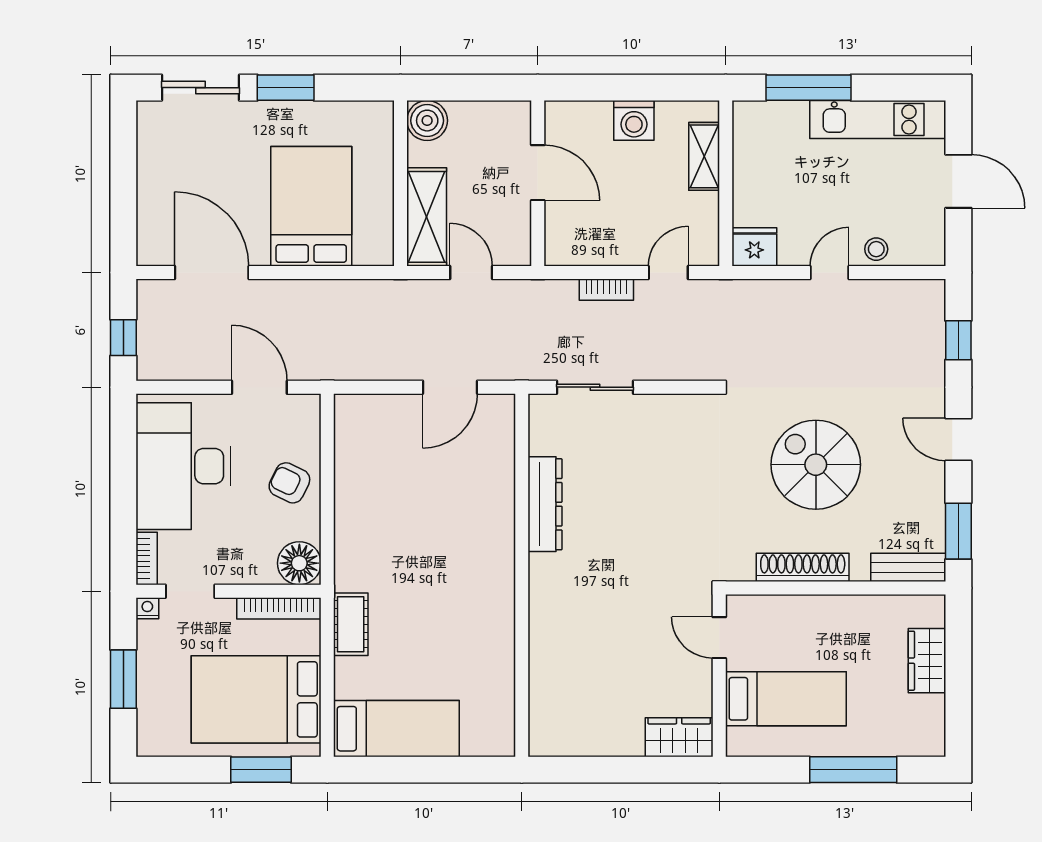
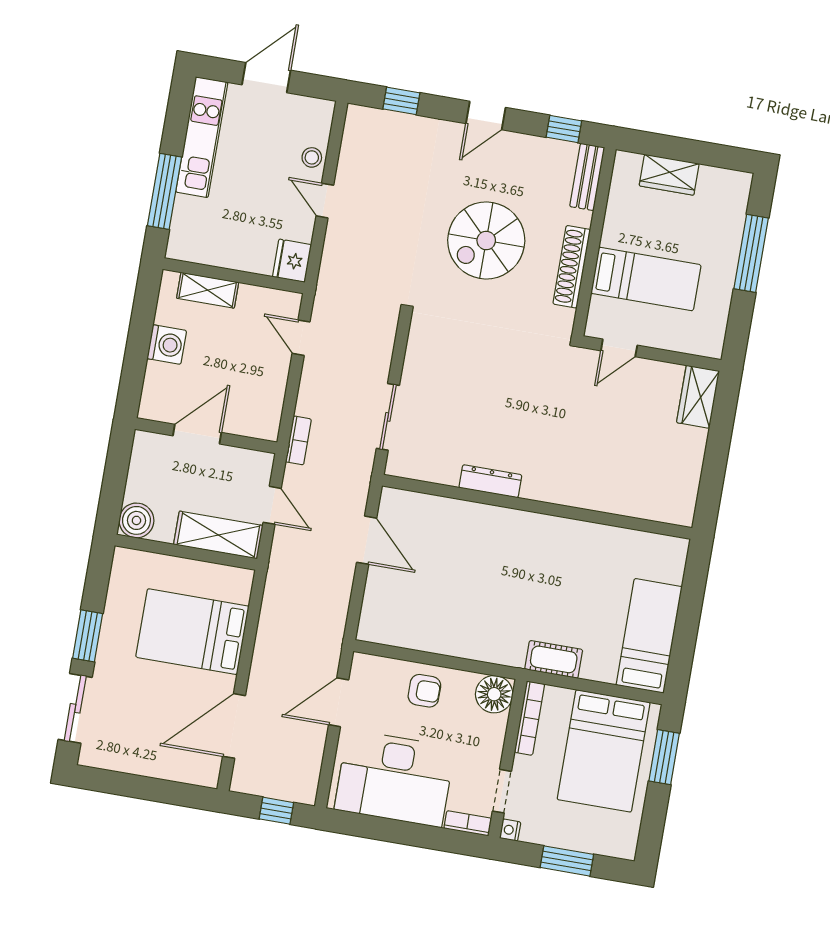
door: (471, 272) -> (272, 505), swing flipped
bookcase: (606, 290) -> (298, 440), moved
armchair: (289, 483) -> (424, 691), turned -116
dresser: (545, 504) -> (490, 481), width x0.73, depth x0.80
window: (958, 531) -> (564, 129), width x0.67
bed: (786, 699) -> (646, 279), moved, turned 90

